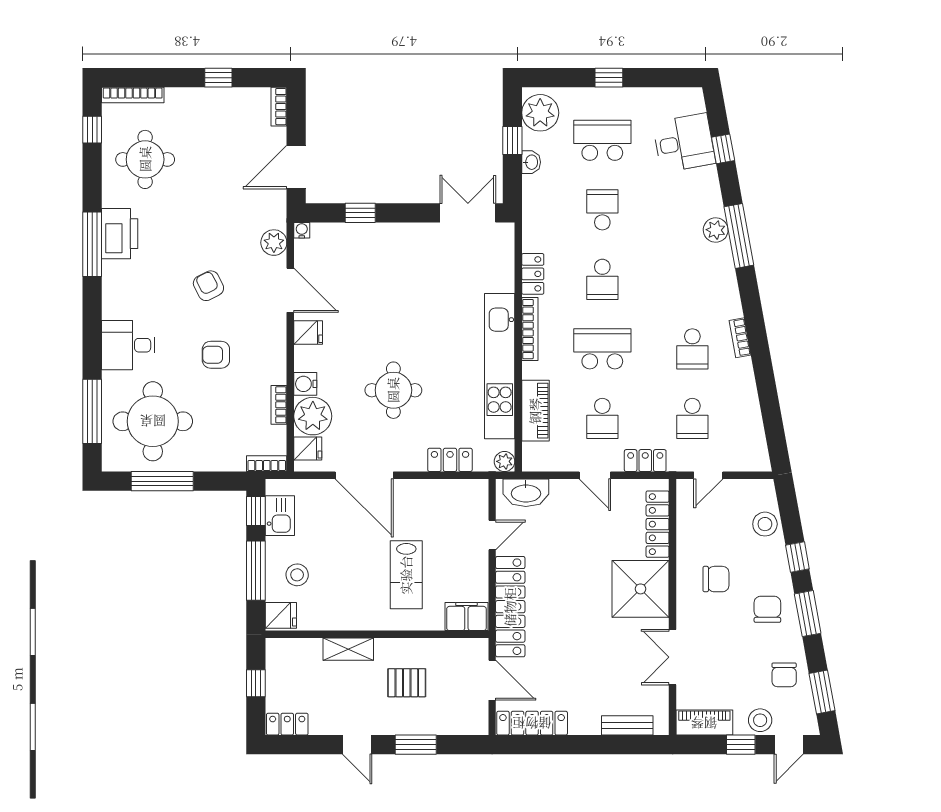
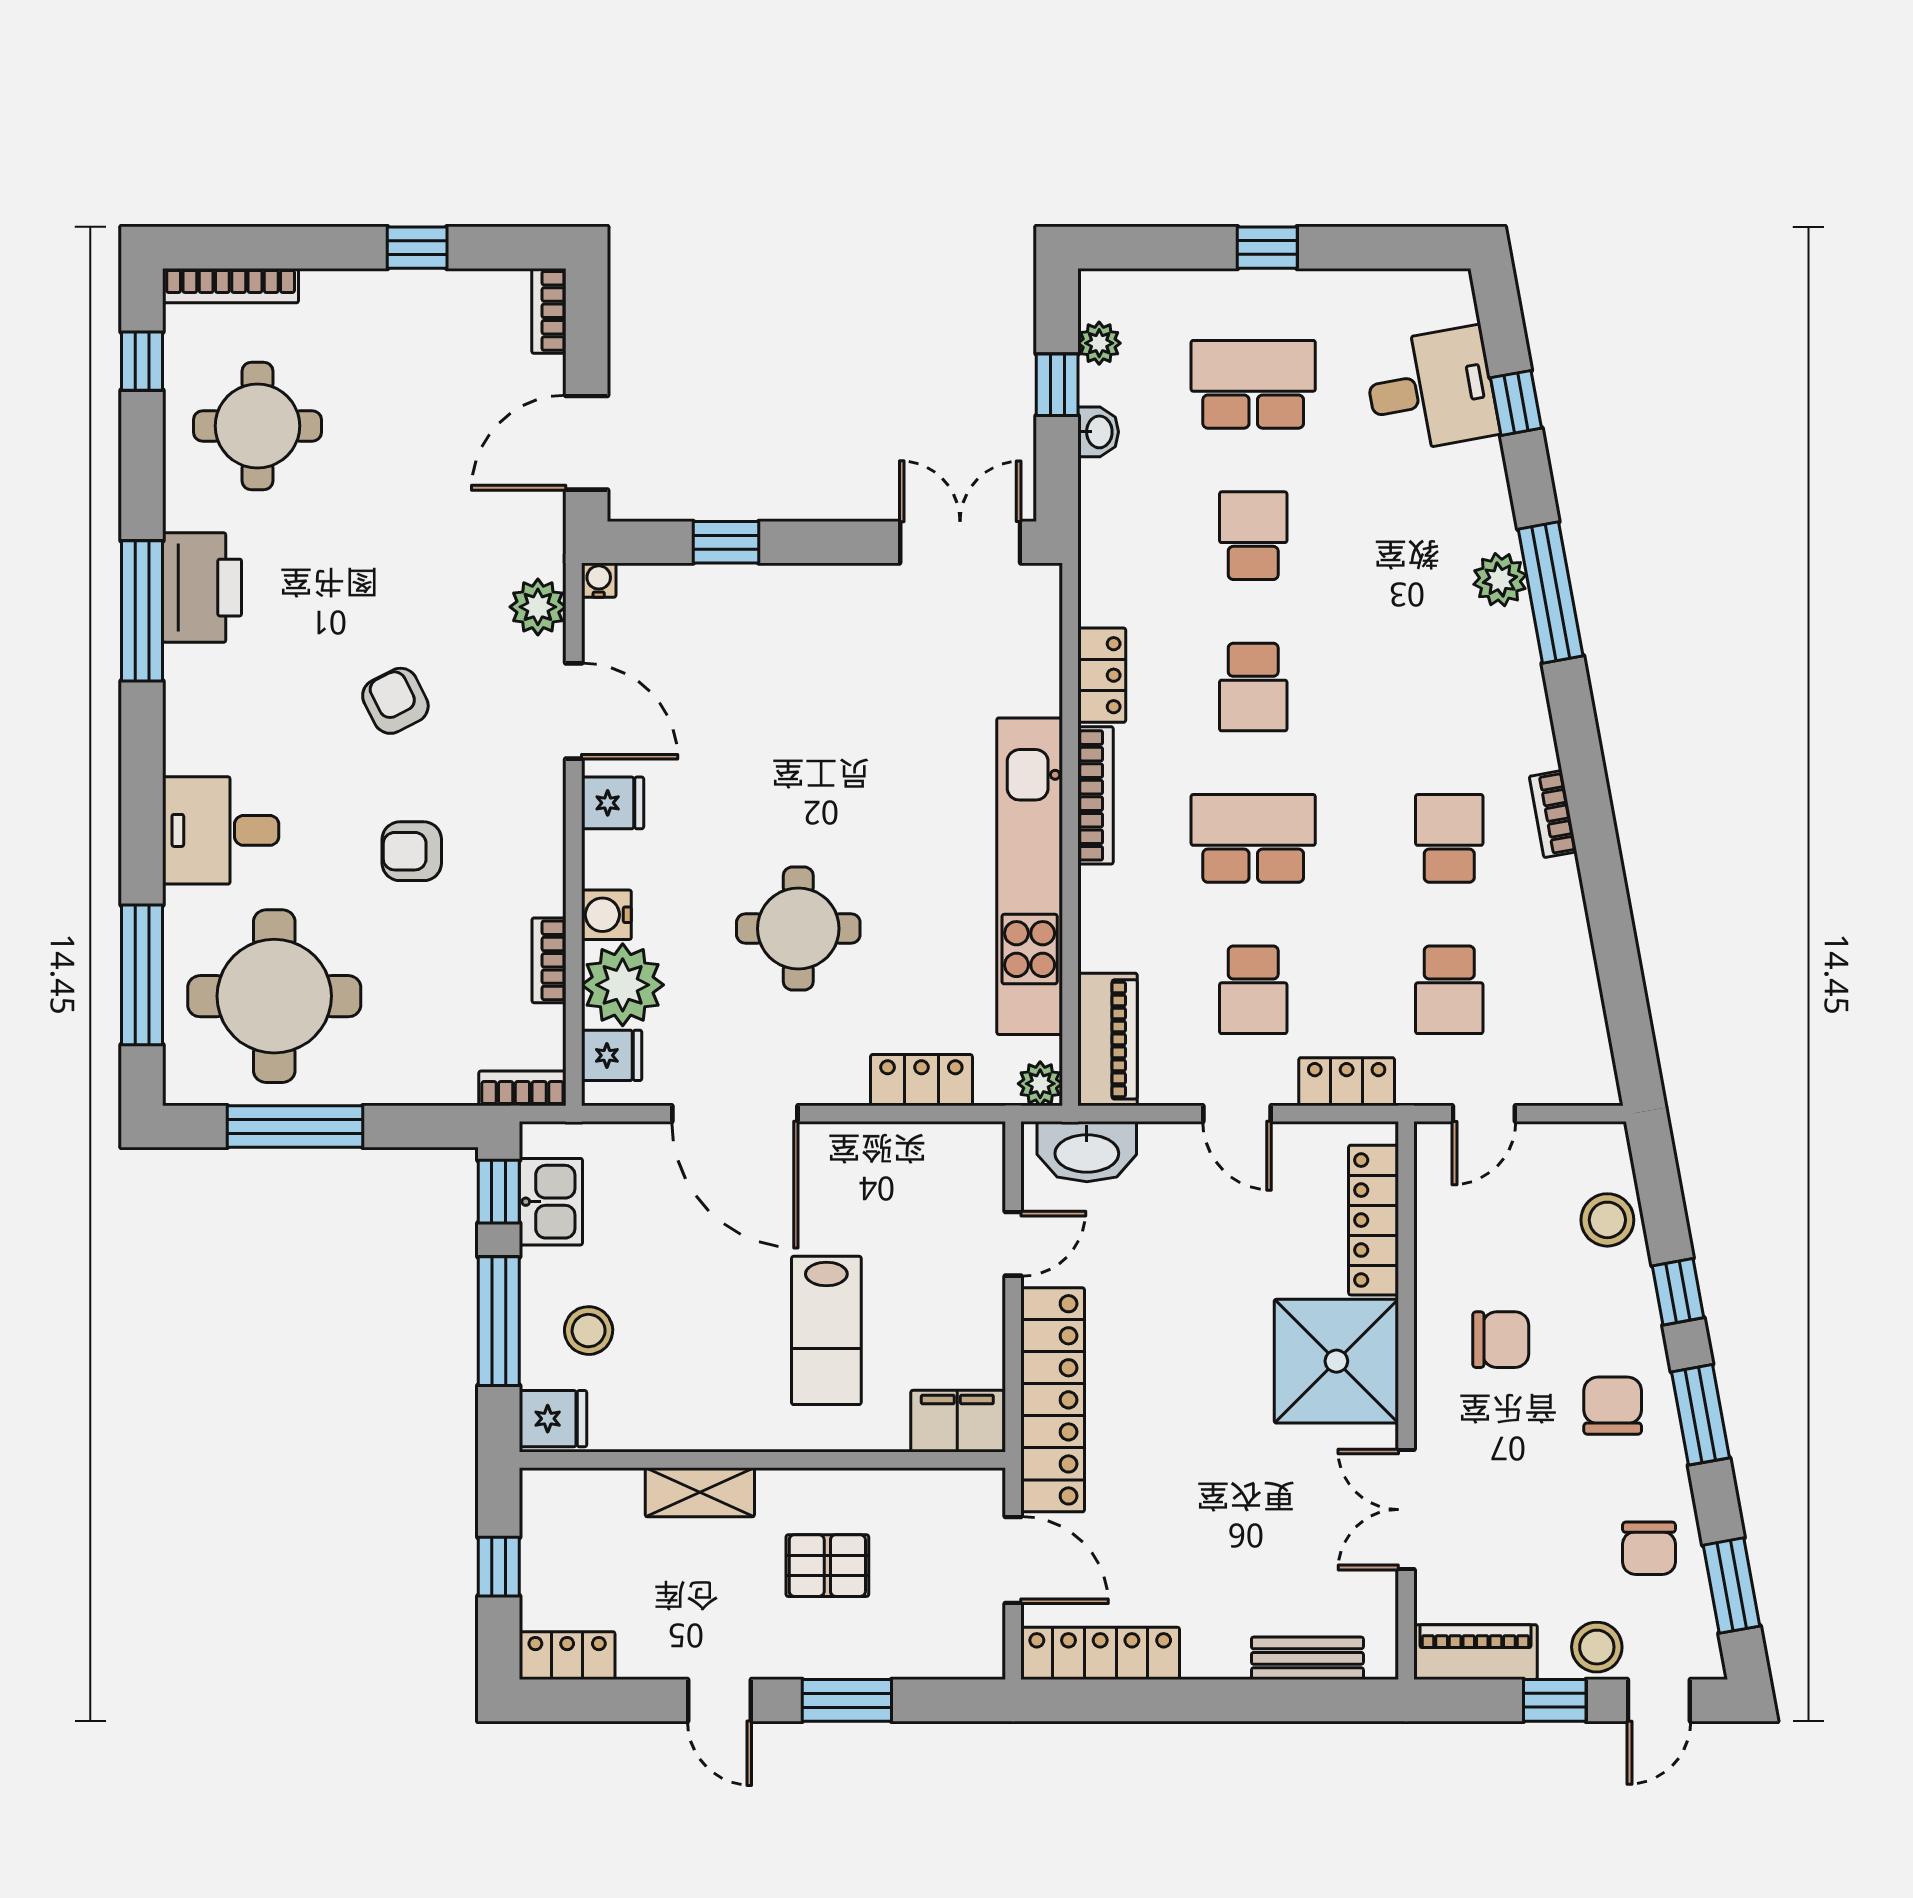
plant: (540, 113) -> (1099, 343), width x0.53, depth x0.53
school desk: (692, 349) -> (1449, 838), turned 180
piano: (535, 411) -> (1107, 1039), moved

